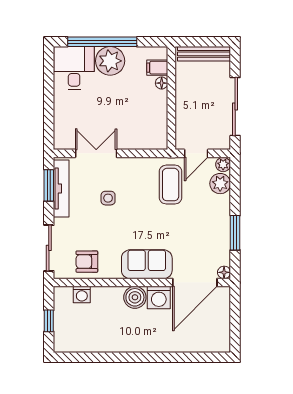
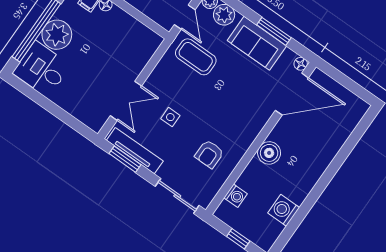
double door: (96, 153) -> (126, 101), swing flipped
armchair: (87, 262) -> (209, 154), moved
sofa: (147, 264) -> (257, 43), moved, turned -90
door: (195, 283) -> (292, 94), hinge flipped
washing machine: (159, 298) -> (284, 210), moved, turned 180

